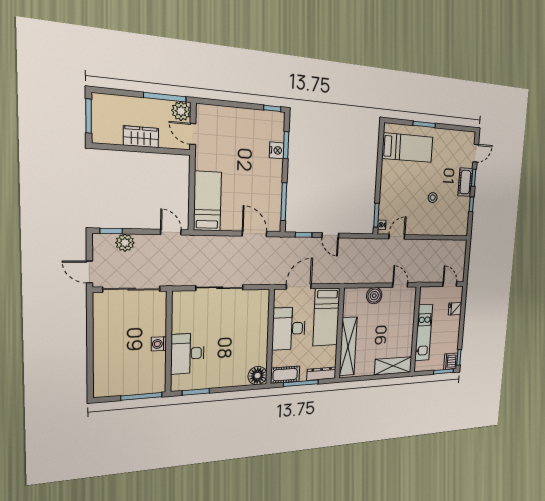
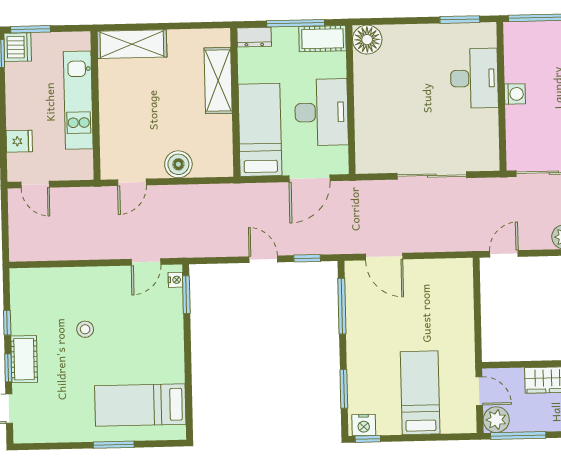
nightstand: (277, 150) -> (364, 425), moved, turned -90
bed: (207, 201) -> (420, 393), moved, turned 180
door: (171, 232) -> (504, 254), swing flipped
door: (400, 285) -> (132, 182), hinge flipped
shelving: (348, 346) -> (218, 81), width x0.68
dresser: (321, 374) -> (254, 37), width x0.70

